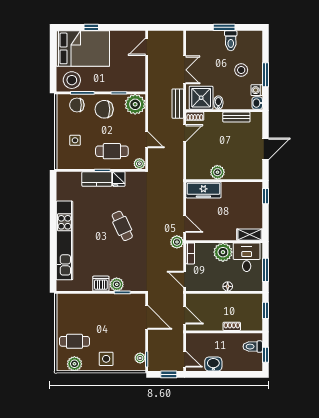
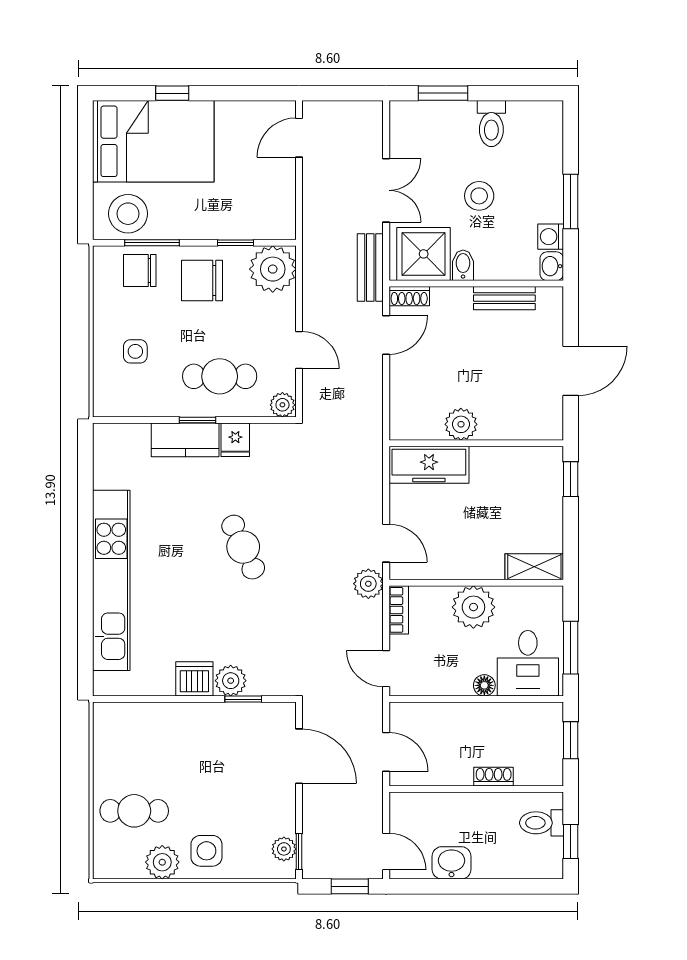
window: (224, 27) -> (443, 93), moved
stool: (241, 70) -> (479, 196), moved
desk: (247, 257) -> (528, 663), moved, turned 180
plant: (74, 364) -> (162, 862), moved

